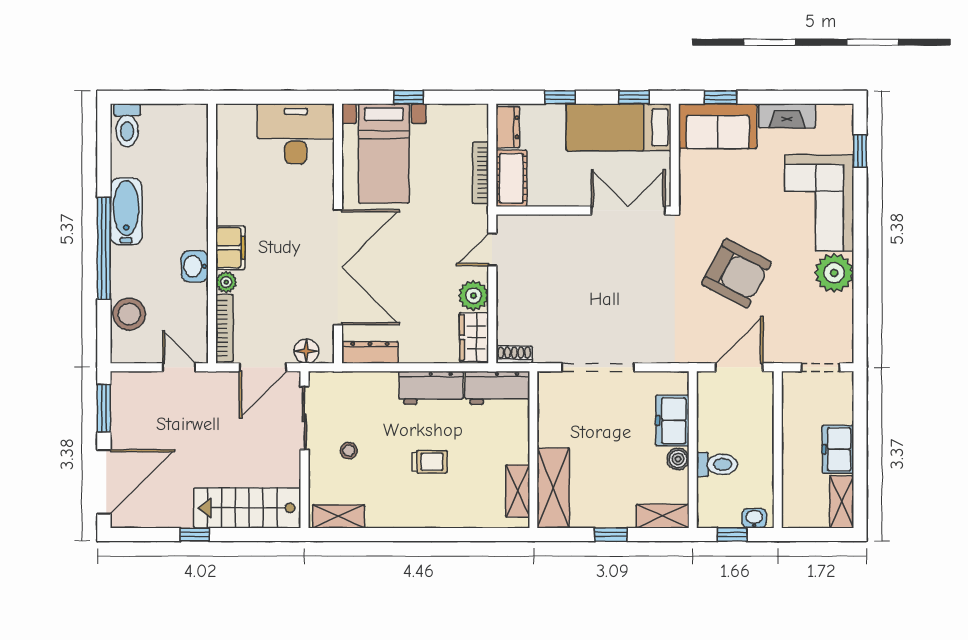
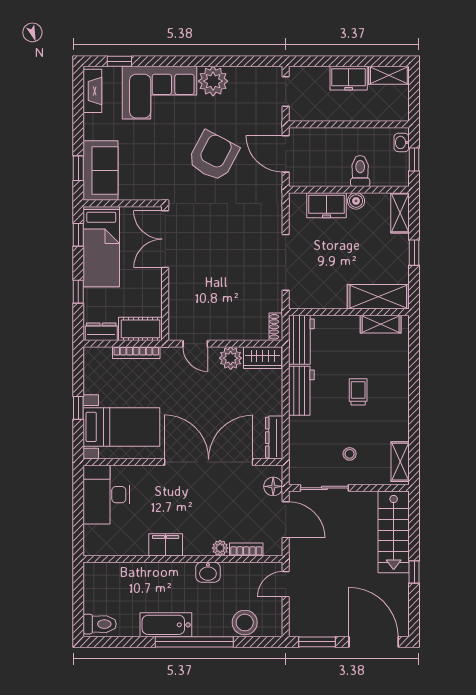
fireplace: (787, 116) -> (92, 91), moved
filing cabinet: (230, 248) -> (166, 545), moved
bookcase: (224, 328) -> (246, 549), width x0.64

